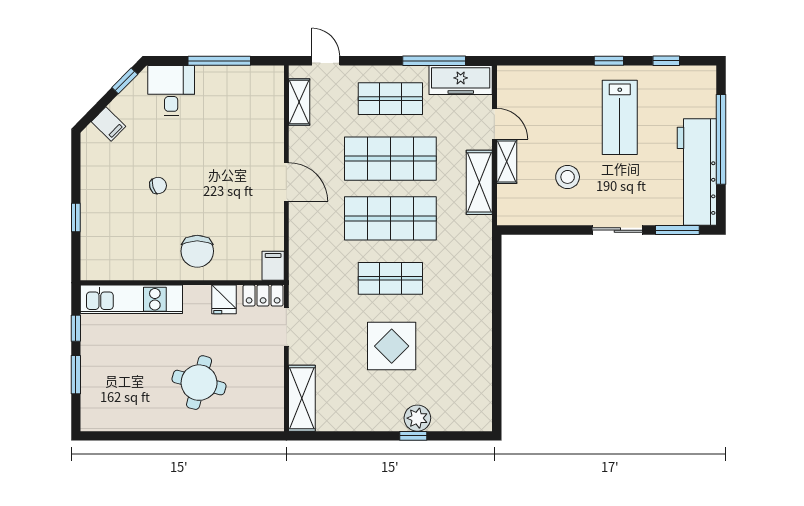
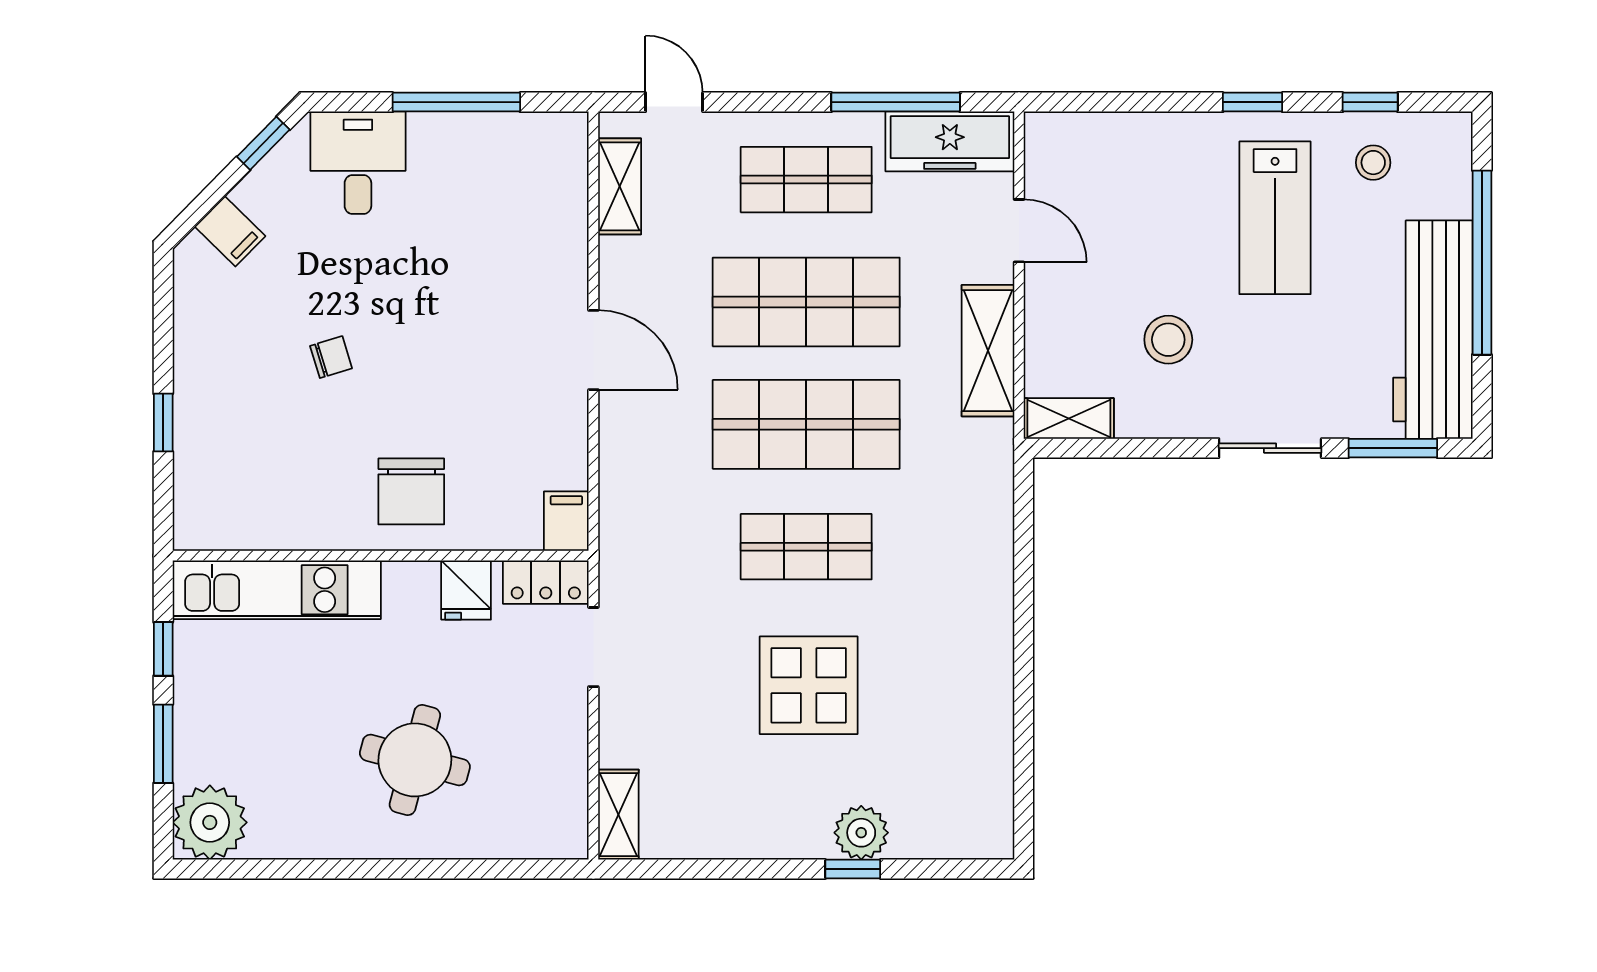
stool: (668, 90) -> (1373, 163), added
shelving: (507, 161) -> (1069, 418), moved, turned 90
shelving: (302, 398) -> (618, 815), width x0.67, depth x0.75
plant: (99, 413) -> (210, 822), added

